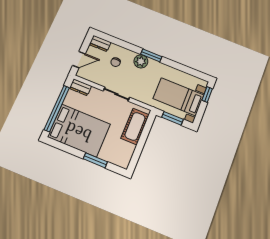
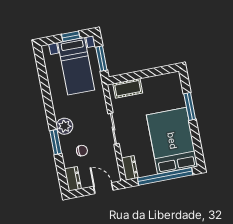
window: (151, 55) -> (56, 142), moved
window: (207, 94) -> (71, 36), moved
cot: (135, 126) -> (128, 88), width x0.73, depth x0.75

